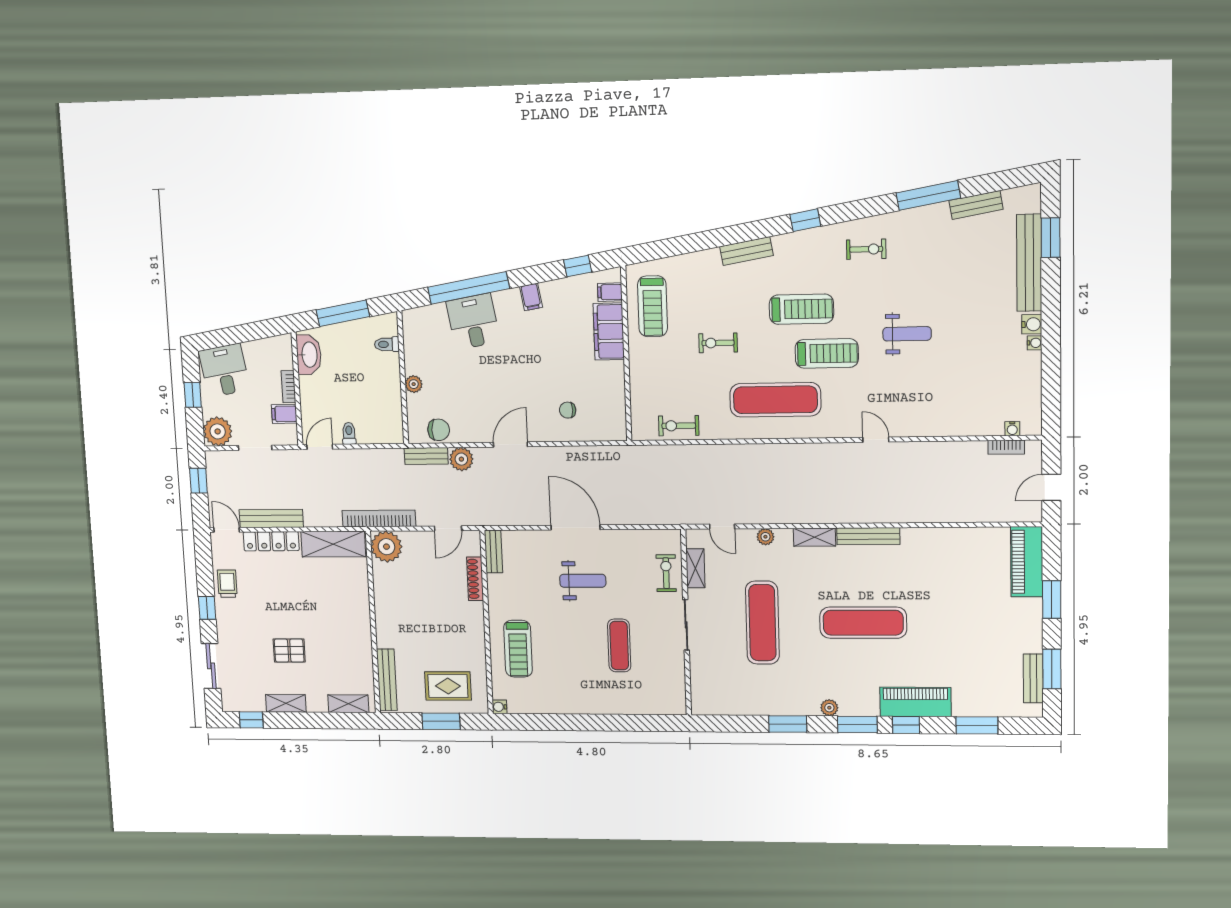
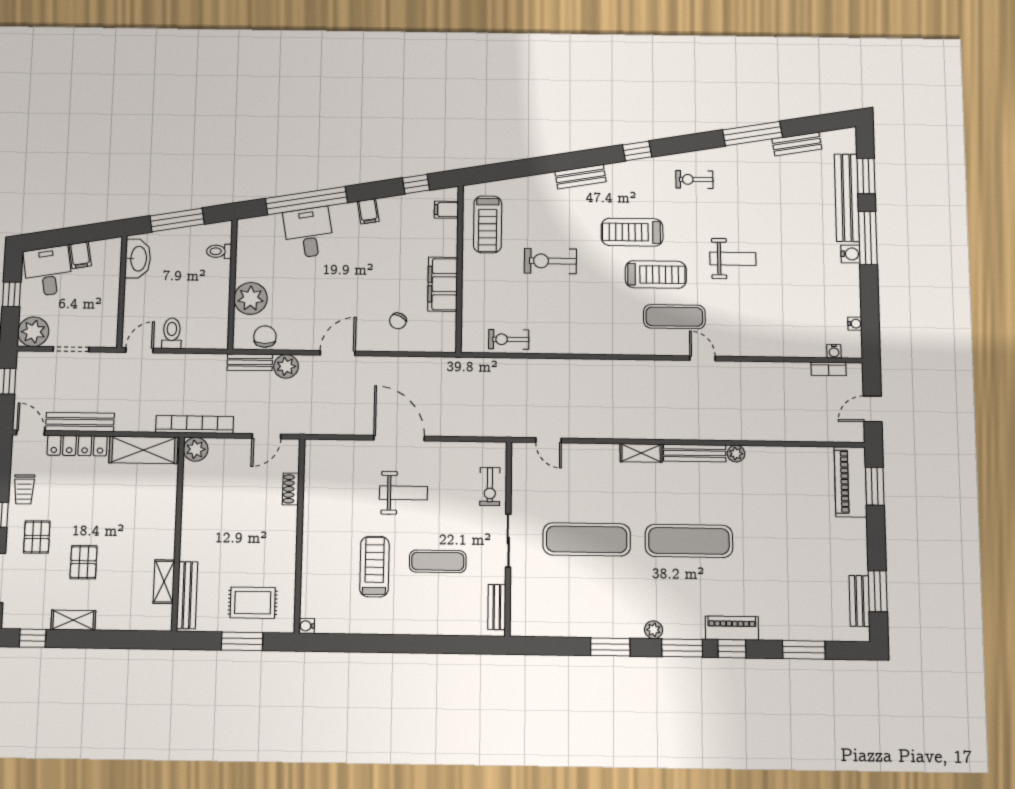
exercise bike: (866, 249) -> (694, 179), turned 180
window: (1051, 306) -> (868, 238), added
treadmill: (801, 309) -> (632, 232), turned 180
filing cabinet: (609, 332) -> (443, 284), moved
exercise bike: (718, 343) -> (550, 261), width x1.38, depth x1.39
water cooler: (1035, 343) -> (855, 324), moved
plant: (414, 384) -> (251, 298), width x1.87, depth x1.87
bookcase: (288, 387) -> (113, 289), removed
exercise mat: (775, 400) -> (674, 317), moved, width x0.73, depth x0.69
chair: (568, 410) -> (398, 321), turned -63
filing cabinet: (284, 414) -> (80, 255), moved, turned -100
chair: (439, 430) -> (265, 337), turned -91
toilet: (349, 433) -> (172, 333), width x1.37, depth x1.39
plant: (765, 537) -> (736, 454), moved
plant: (386, 547) -> (196, 449), width x0.73, depth x0.73
bench: (494, 552) -> (497, 607), moved
shelving: (695, 568) -> (520, 482), removed
exercise bike: (666, 573) -> (490, 487), turned 180
shoe rack: (475, 579) -> (291, 489), width x0.70
trolley: (227, 584) -> (24, 489), turned 180
window: (1052, 599) -> (875, 486), moved
exercise mat: (762, 623) -> (587, 539), turned 90
pallet: (244, 628) -> (37, 537), added
exercise mat: (619, 646) -> (438, 561), turned 90
treadmill: (518, 649) -> (374, 567), moved, turned 180
pallet: (289, 651) -> (84, 562), turned 90
piano: (915, 702) -> (732, 628), width x0.73, depth x0.75
shelving: (348, 704) -> (164, 582), moved, turned 90

